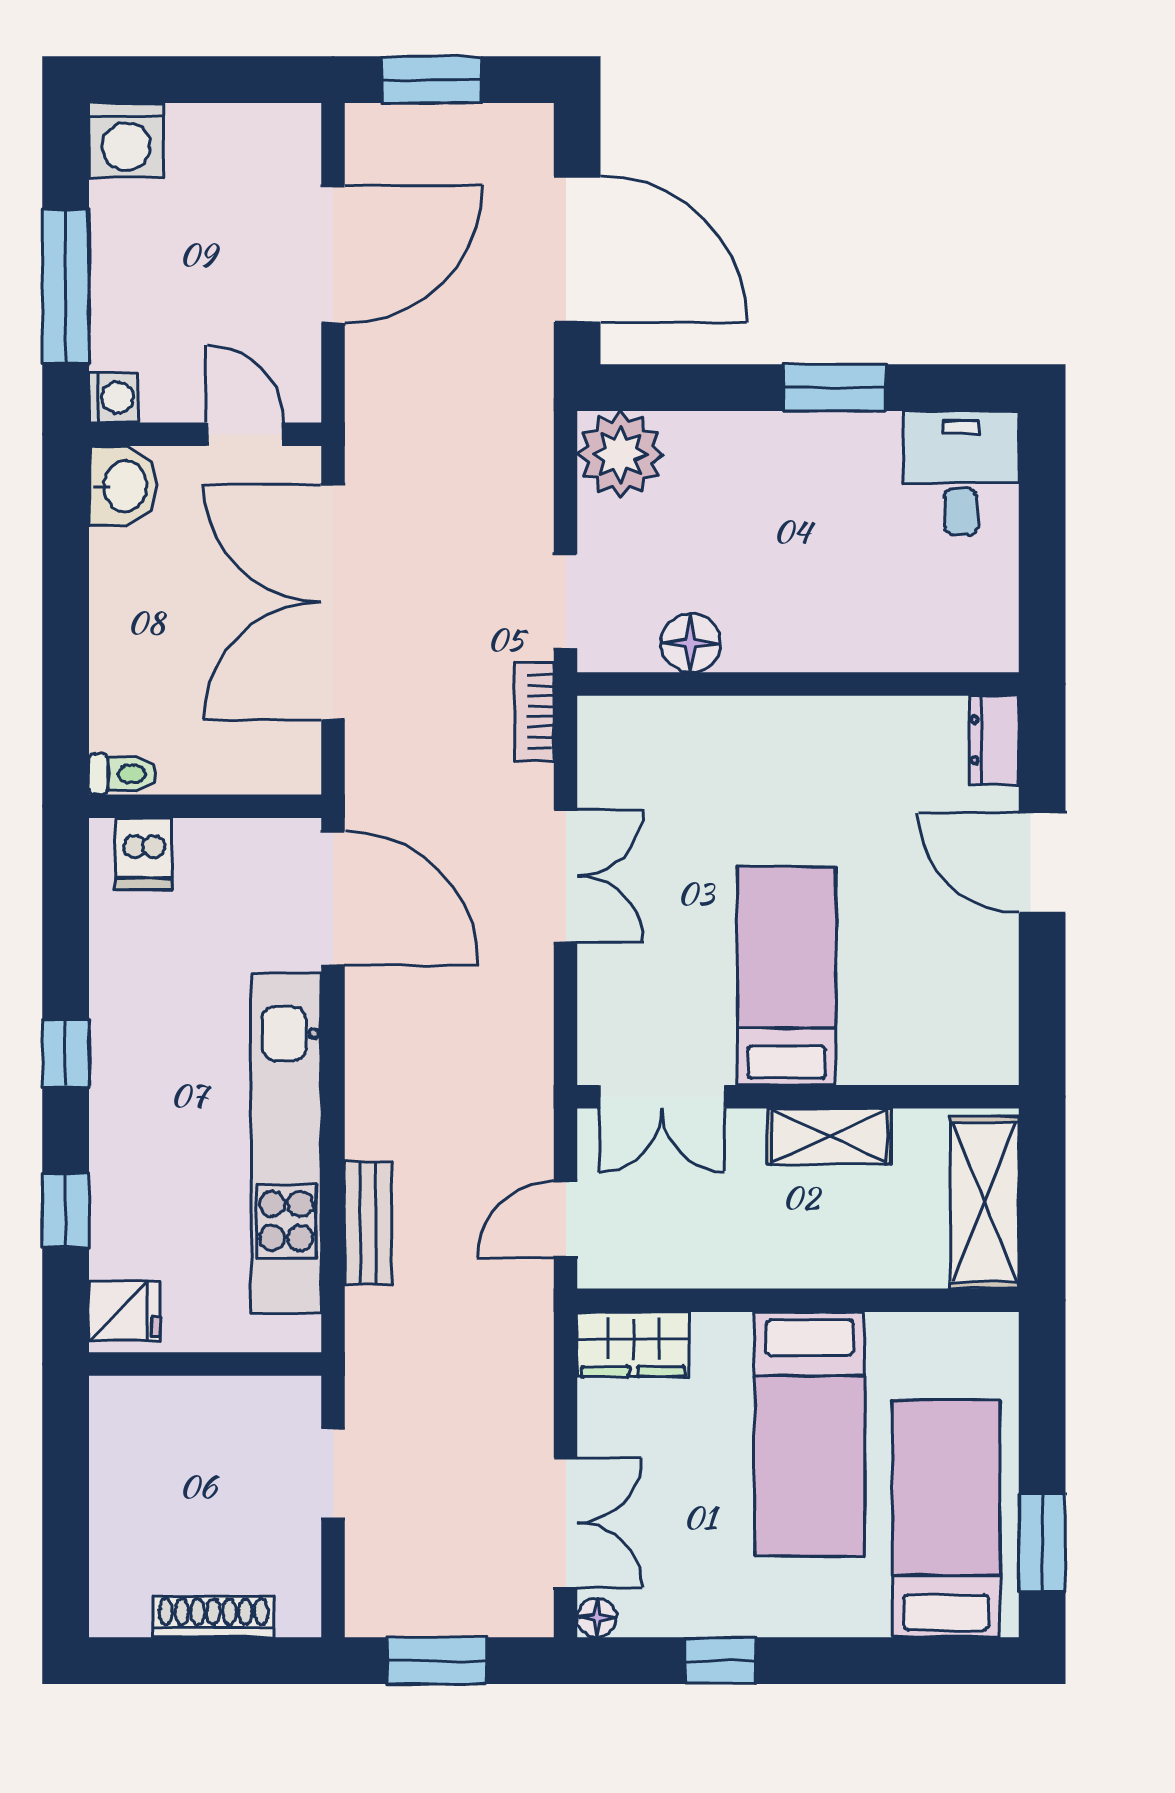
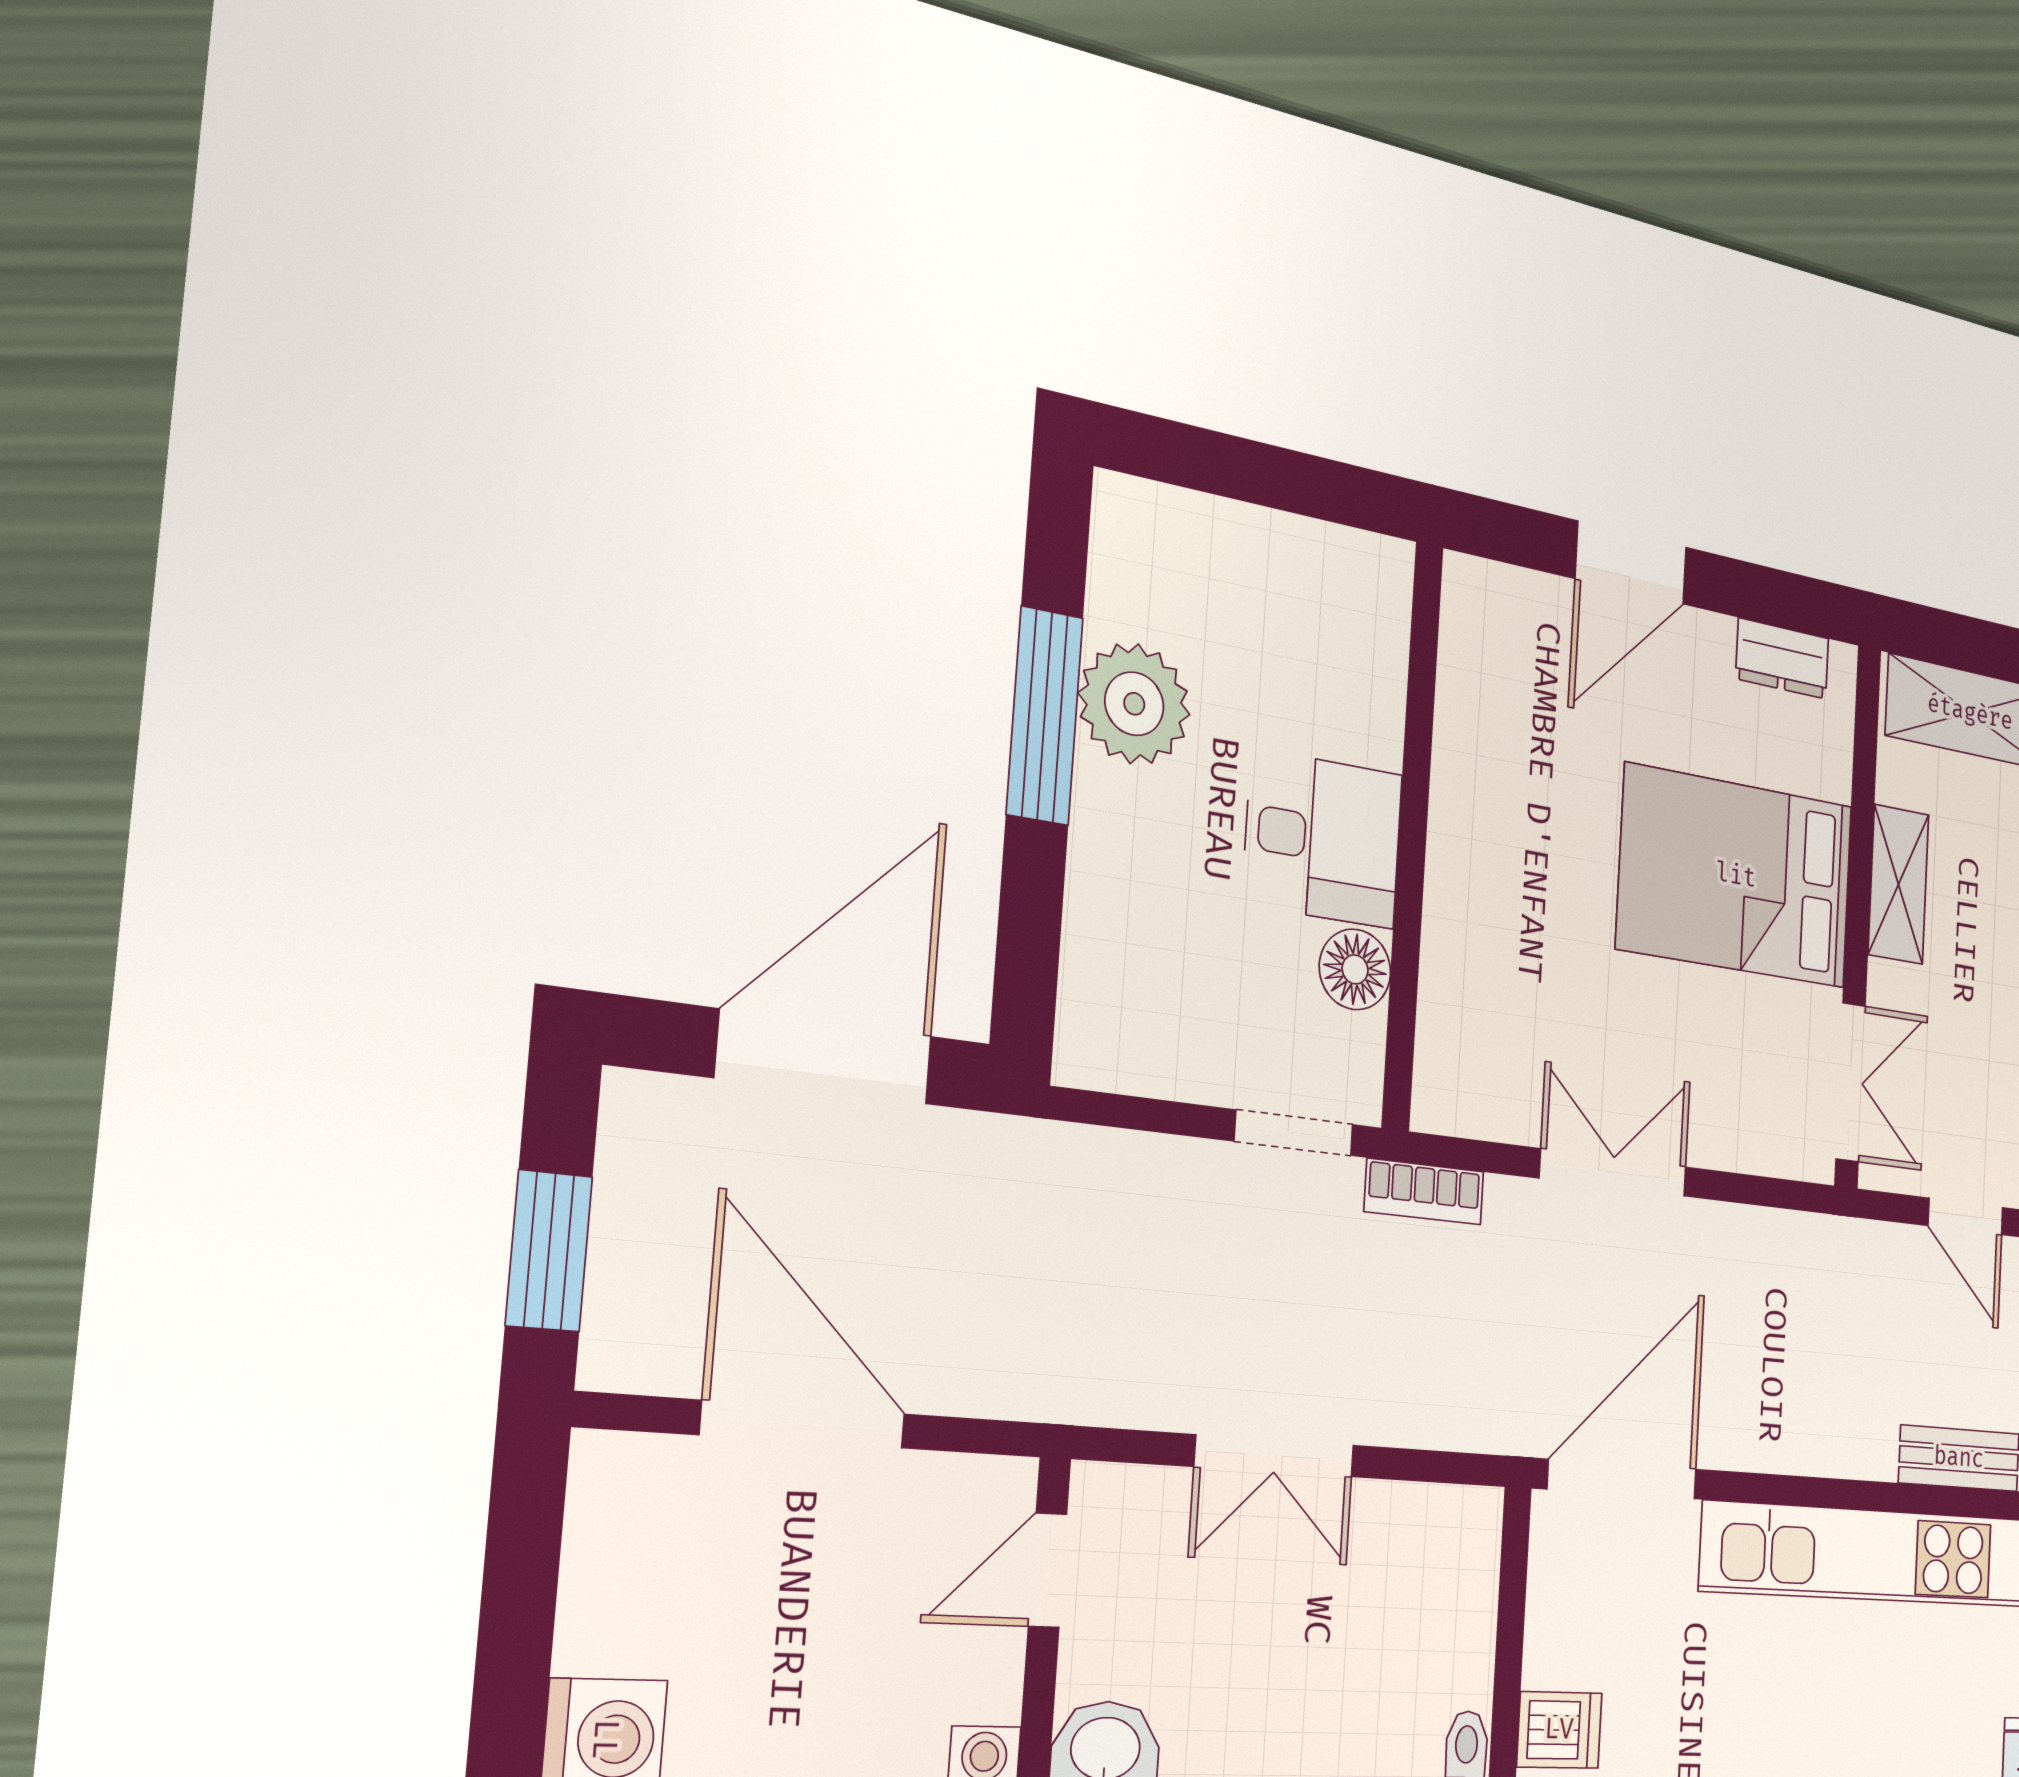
window: (834, 388) -> (1045, 716), width x1.44
plant: (620, 454) -> (1134, 704), moved
desk: (961, 473) -> (1323, 839), moved, turned 180
double door: (333, 602) -> (1275, 1456), width x0.54
dresser: (994, 740) -> (1782, 658), moved
bed: (787, 976) -> (1736, 876), width x1.50

